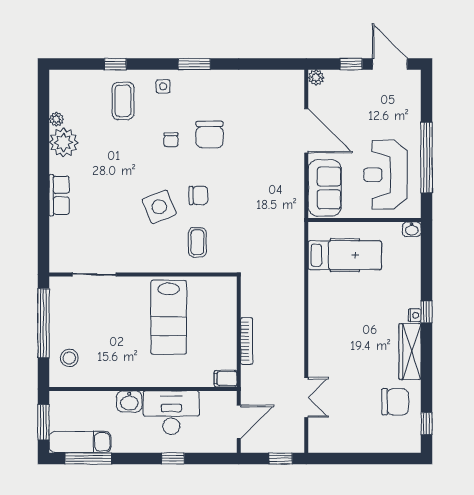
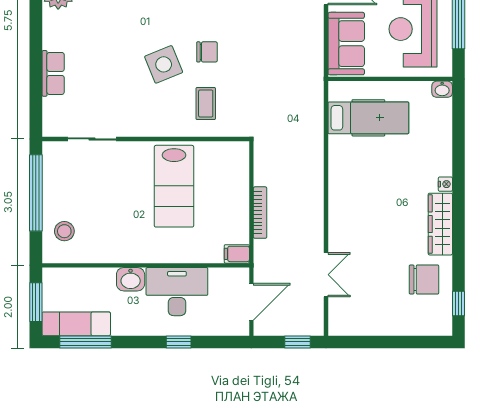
row of seats: (59, 195) -> (53, 73), moved
window: (427, 312) -> (459, 180), removed

